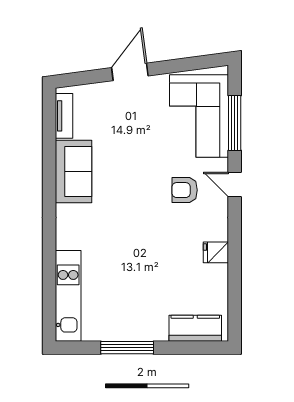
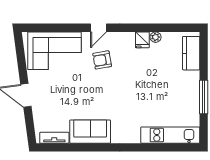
window: (235, 123) -> (59, 28), removed
armchair: (185, 190) -> (102, 60), turned 80
plant: (220, 273) -> (156, 37), added

